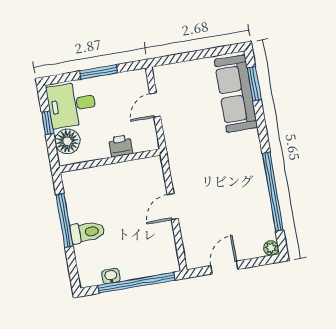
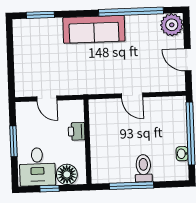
sofa: (236, 94) -> (94, 29), moved
plant: (271, 248) -> (172, 25), width x1.88, depth x1.88

